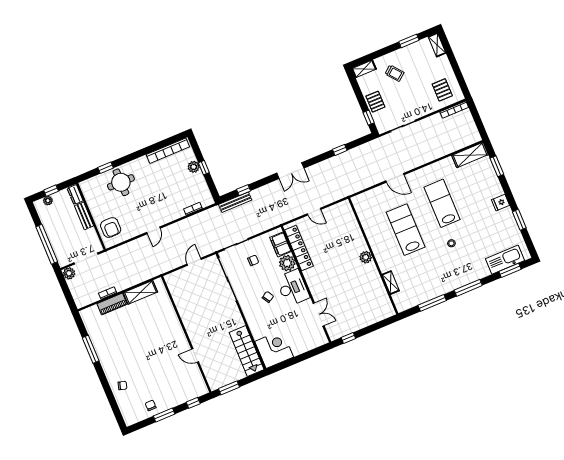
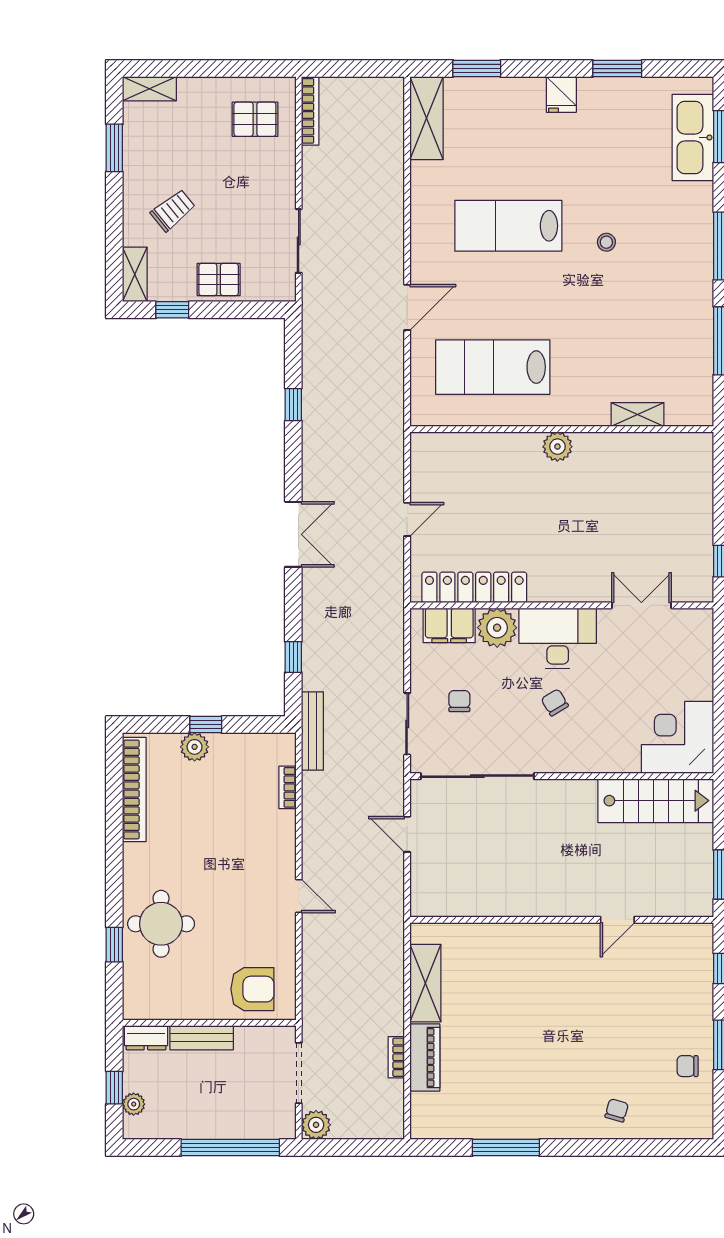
window: (369, 118) -> (172, 310), moved
bench: (235, 202) -> (312, 731), moved
lab bench: (406, 230) -> (493, 367), moved

